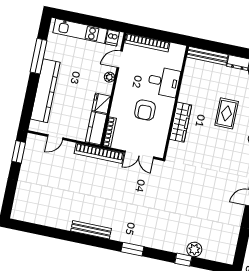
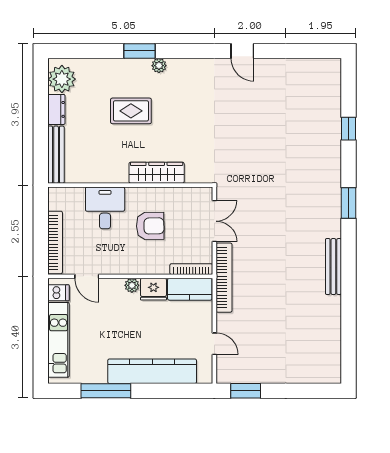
plant: (109, 77) -> (132, 285), moved
plant: (194, 249) -> (331, 116), removed

